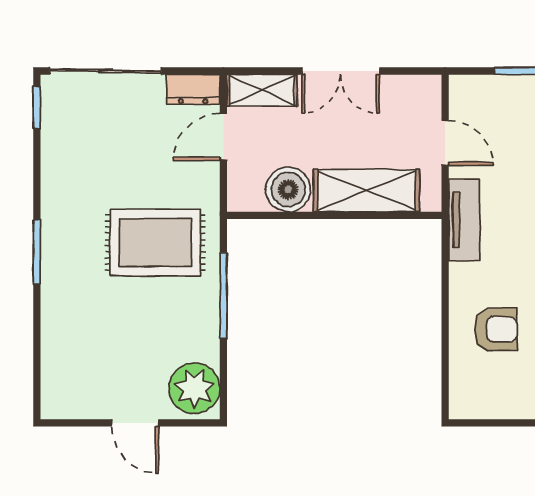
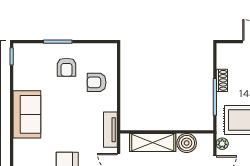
shoe rack: (207, 334) -> (222, 80), added
plant: (194, 388) -> (222, 144), moved, width x0.53, depth x0.53

